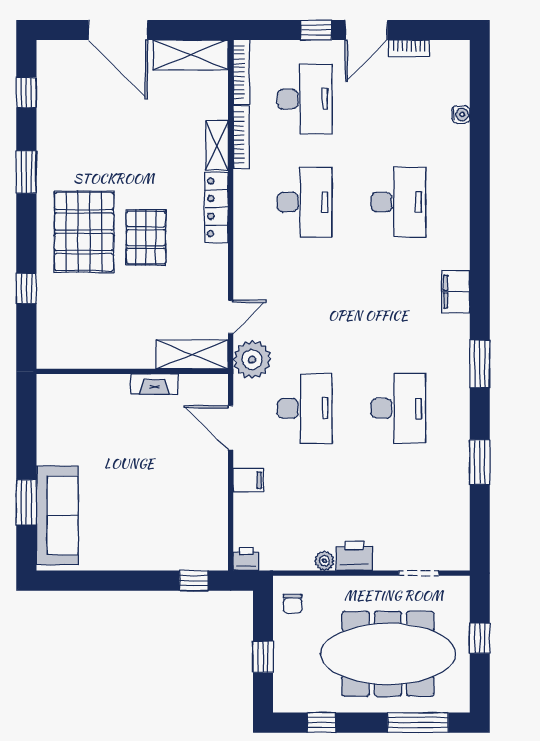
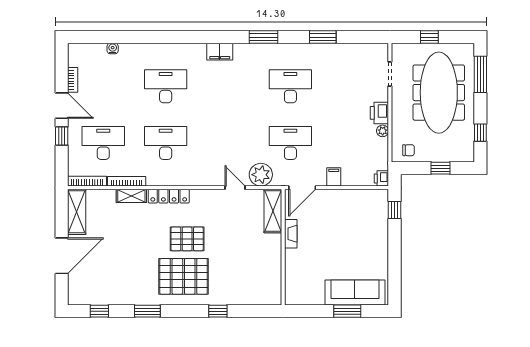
shelving: (192, 354) -> (273, 211), moved
wall: (132, 371) -> (283, 247), moved
fireplace: (154, 384) -> (291, 234), moved

